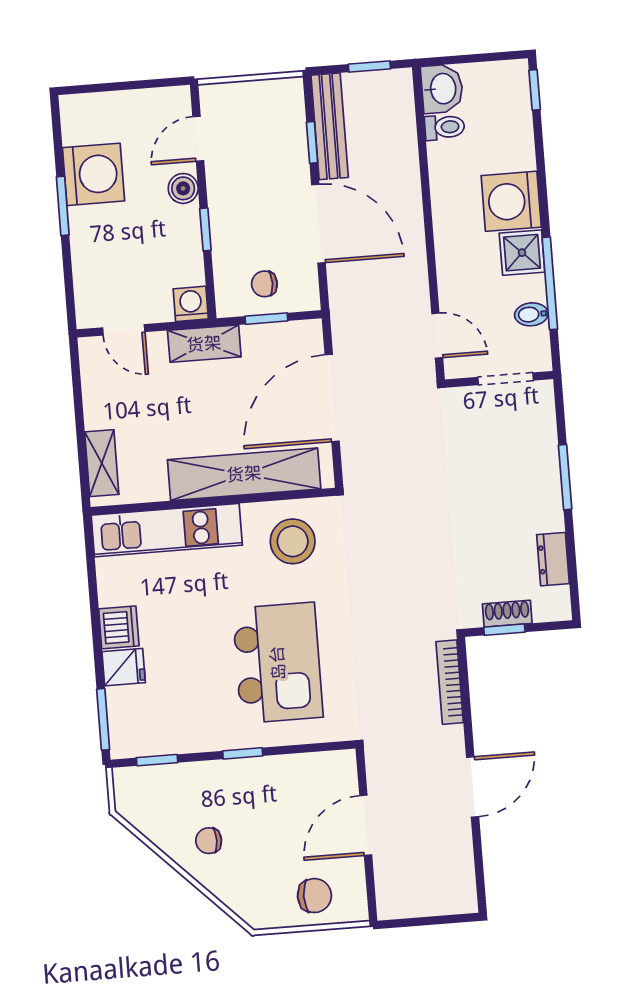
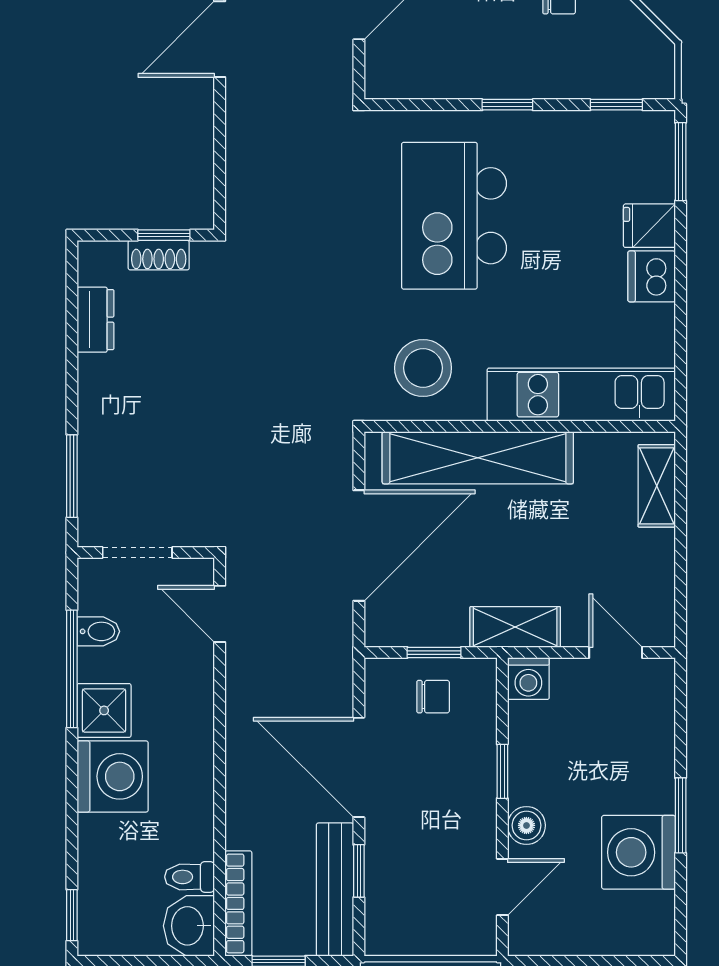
window: (565, 477) -> (72, 476), moved
bookcase: (450, 682) -> (238, 903), moved

